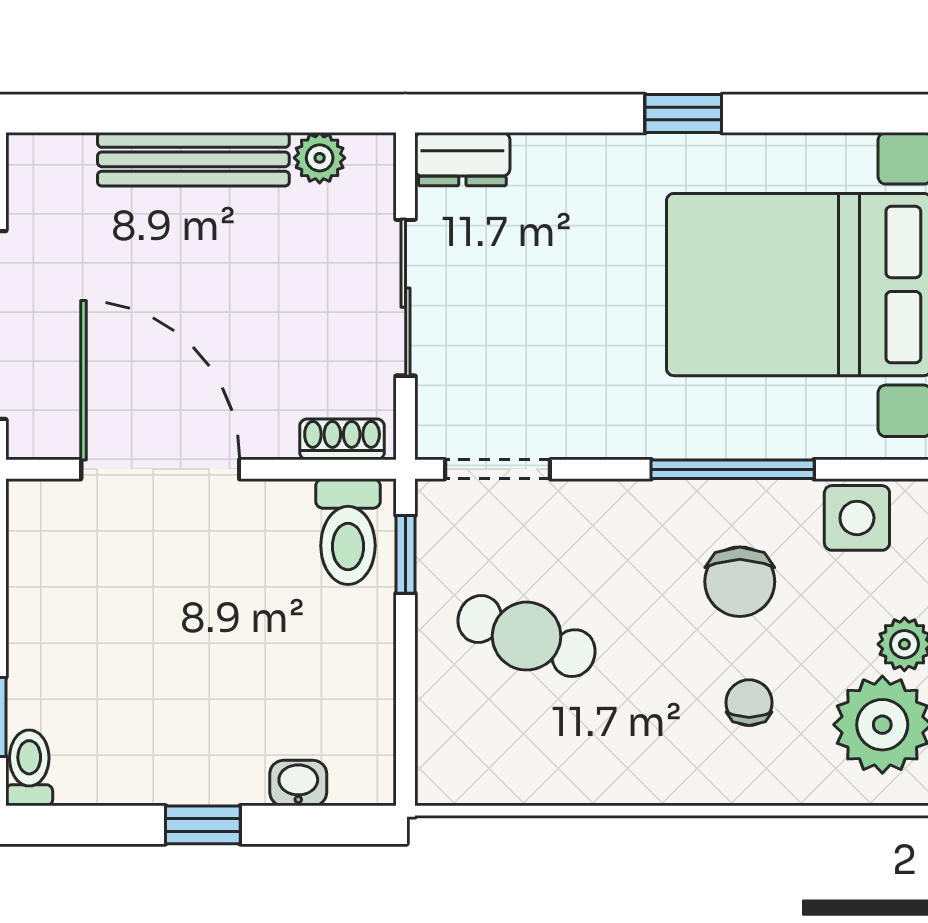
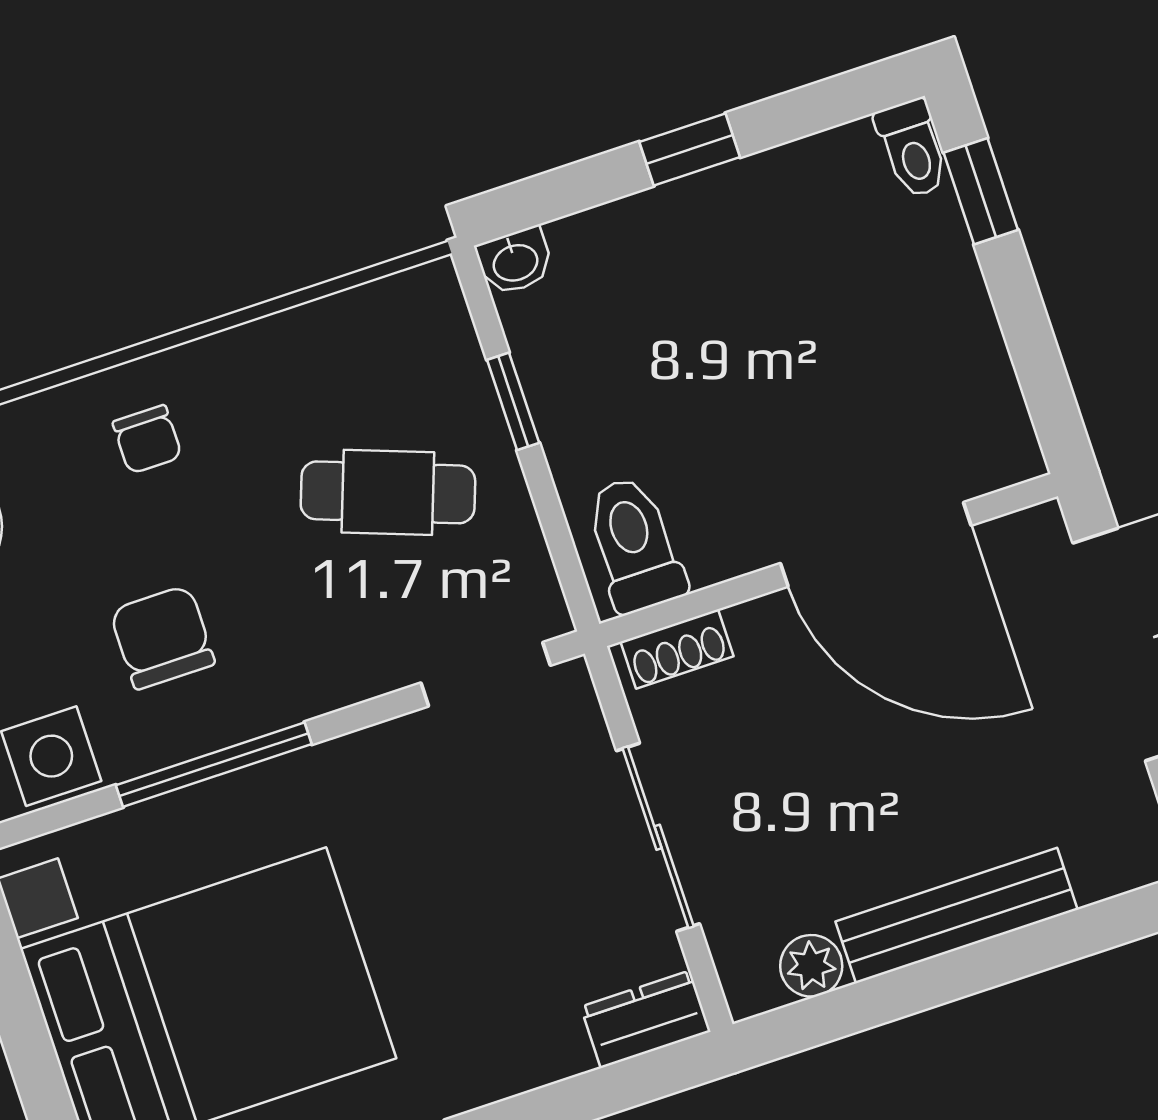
window: (406, 554) -> (513, 401), moved
chair: (749, 703) -> (147, 439), moved
washbasin: (298, 783) -> (515, 261), moved

